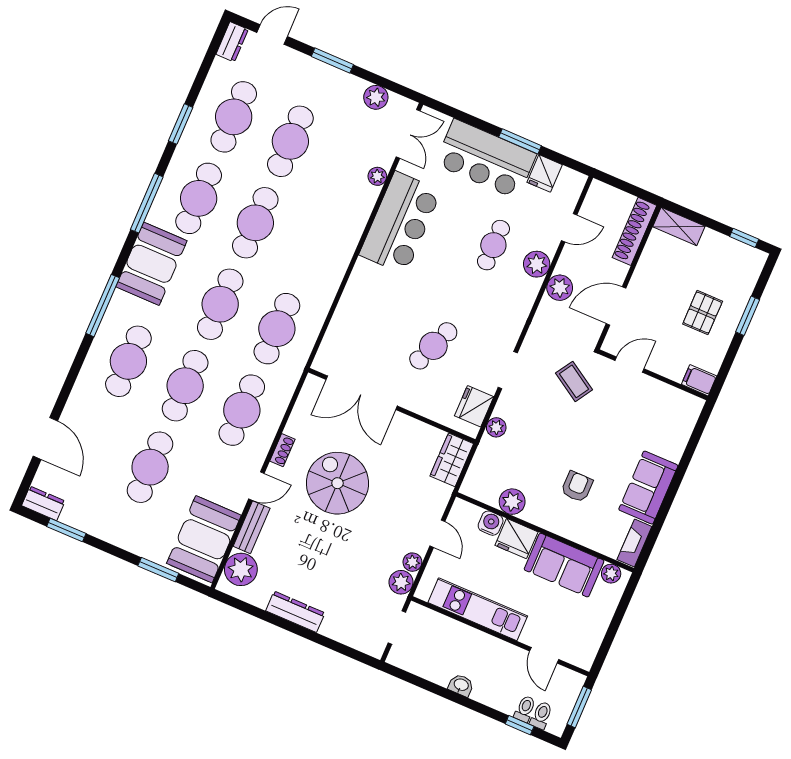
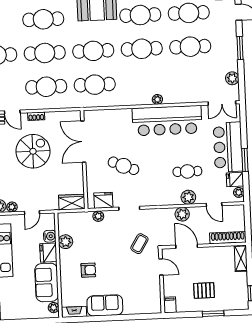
plant: (377, 176) -> (157, 99), moved
plant: (569, 177) -> (239, 192), added
bar counter: (400, 223) -> (167, 121), width x1.36

